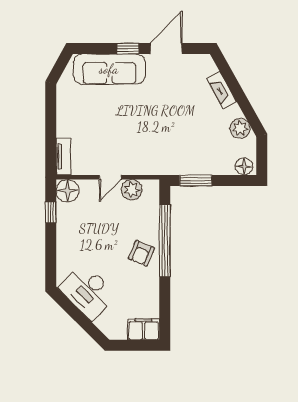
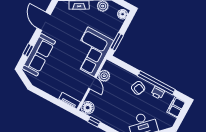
window: (128, 49) -> (28, 50), moved
corner sofa: (159, 149) -> (91, 52), added
window: (165, 241) -> (156, 83), moved
printer: (151, 288) -> (158, 93), added

